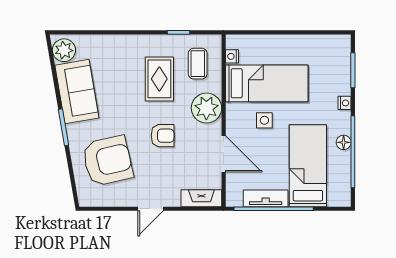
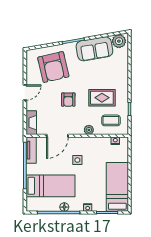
bed: (267, 83) -> (117, 187), moved, turned 180
plant: (206, 108) -> (89, 130), width x0.53, depth x0.53
tv unit: (266, 198) -> (31, 150), moved
door: (151, 209) -> (25, 93), swing flipped

